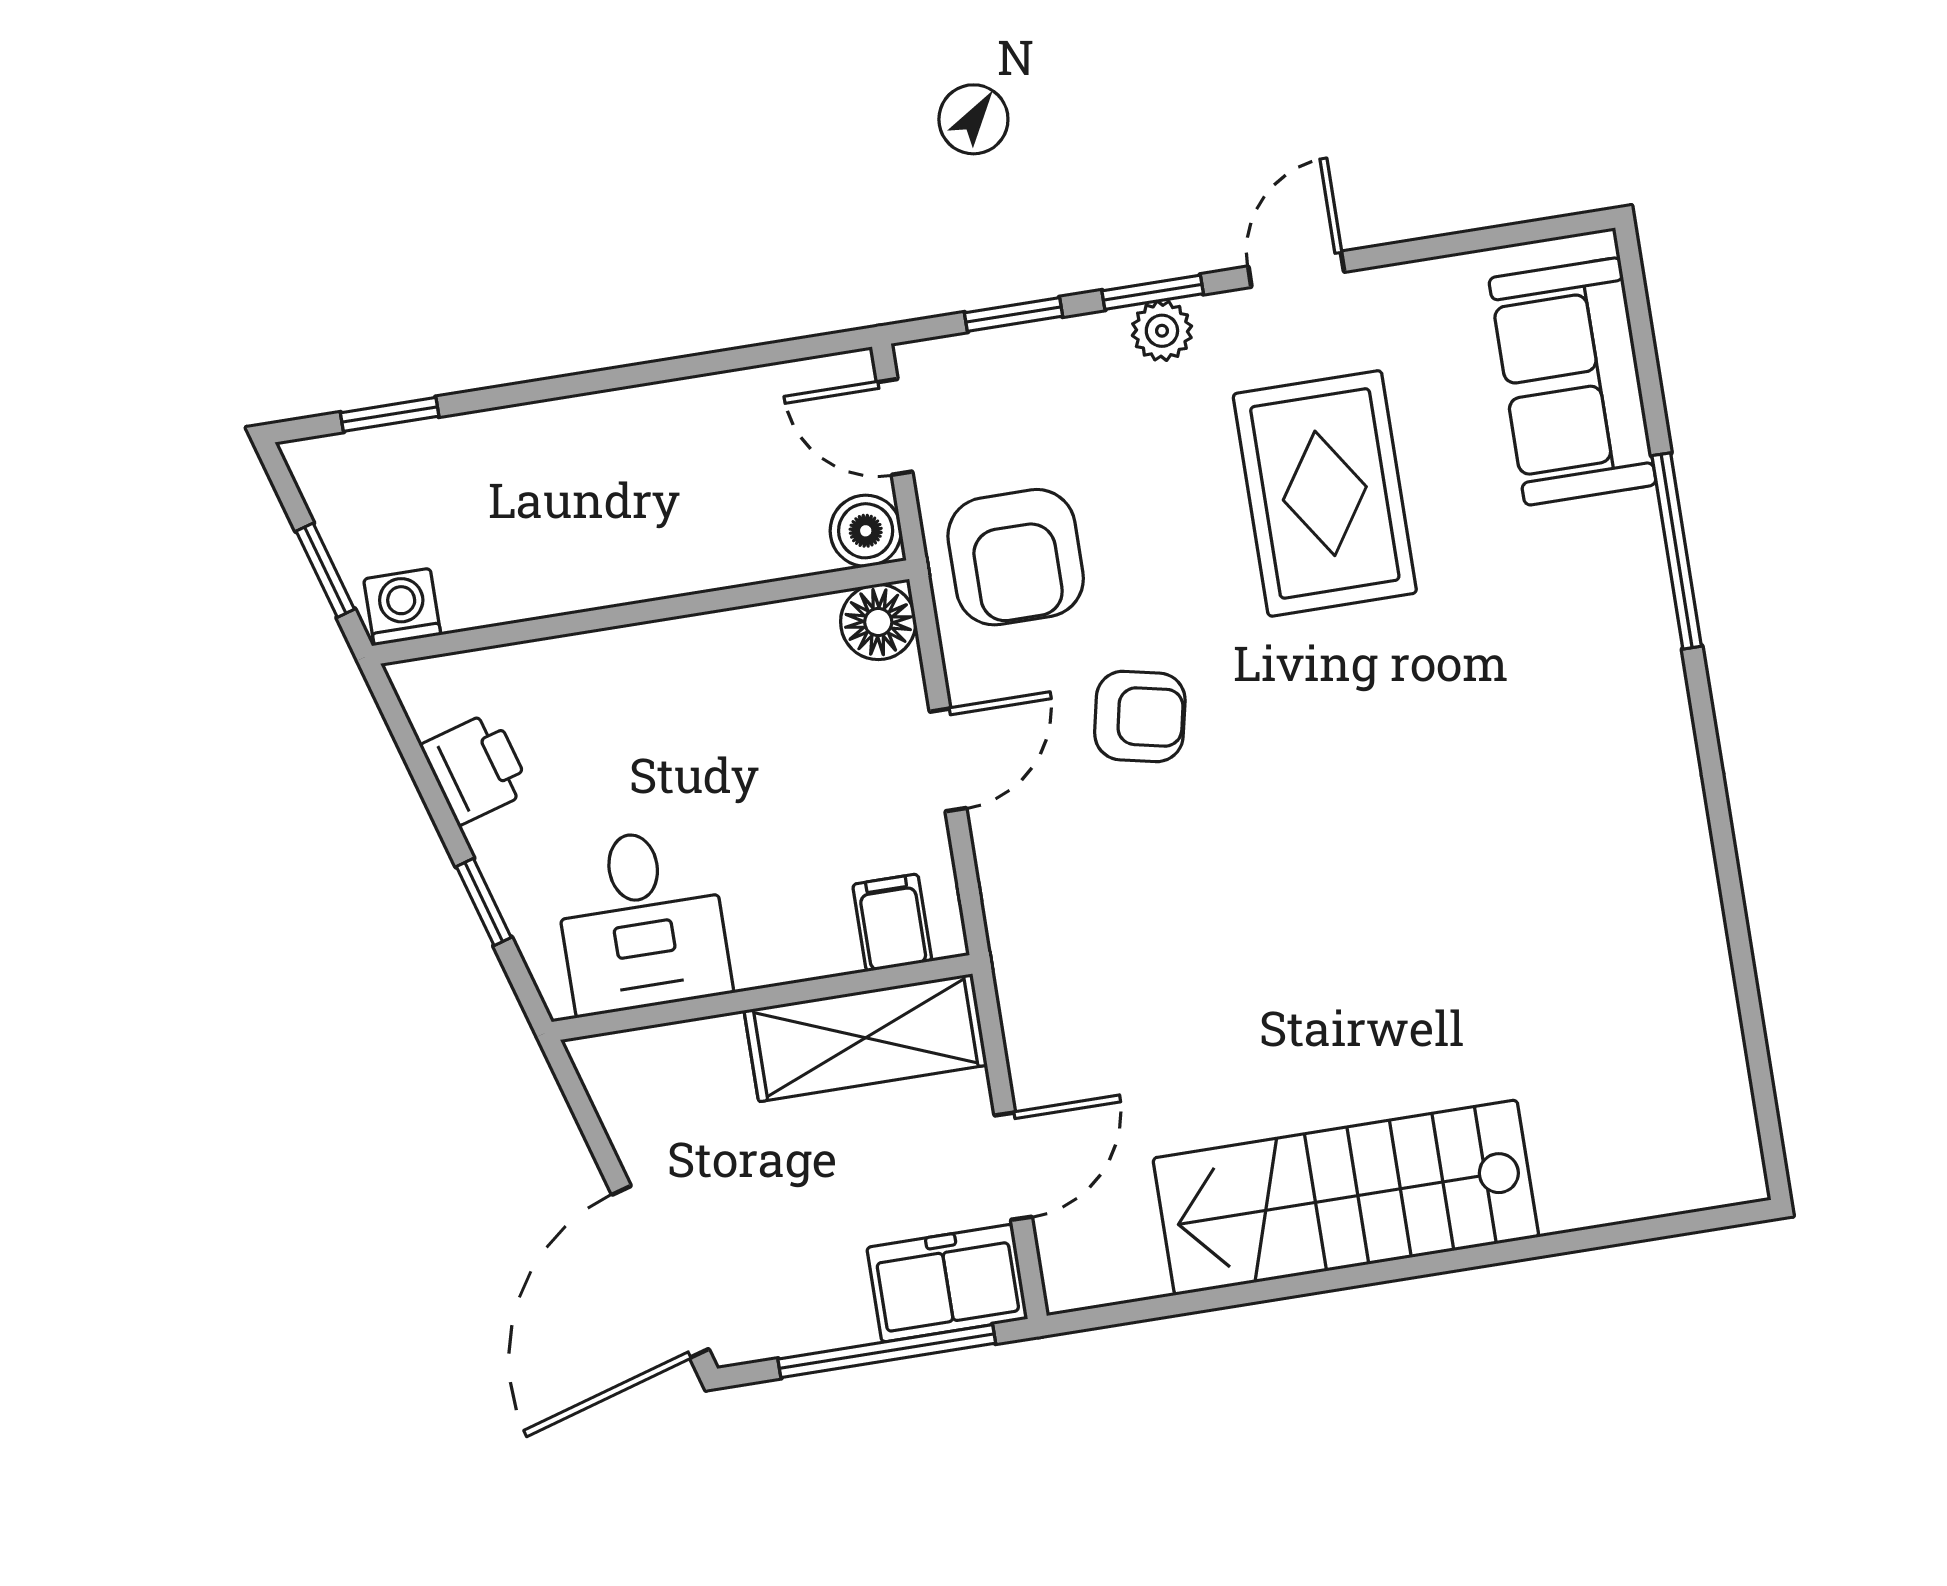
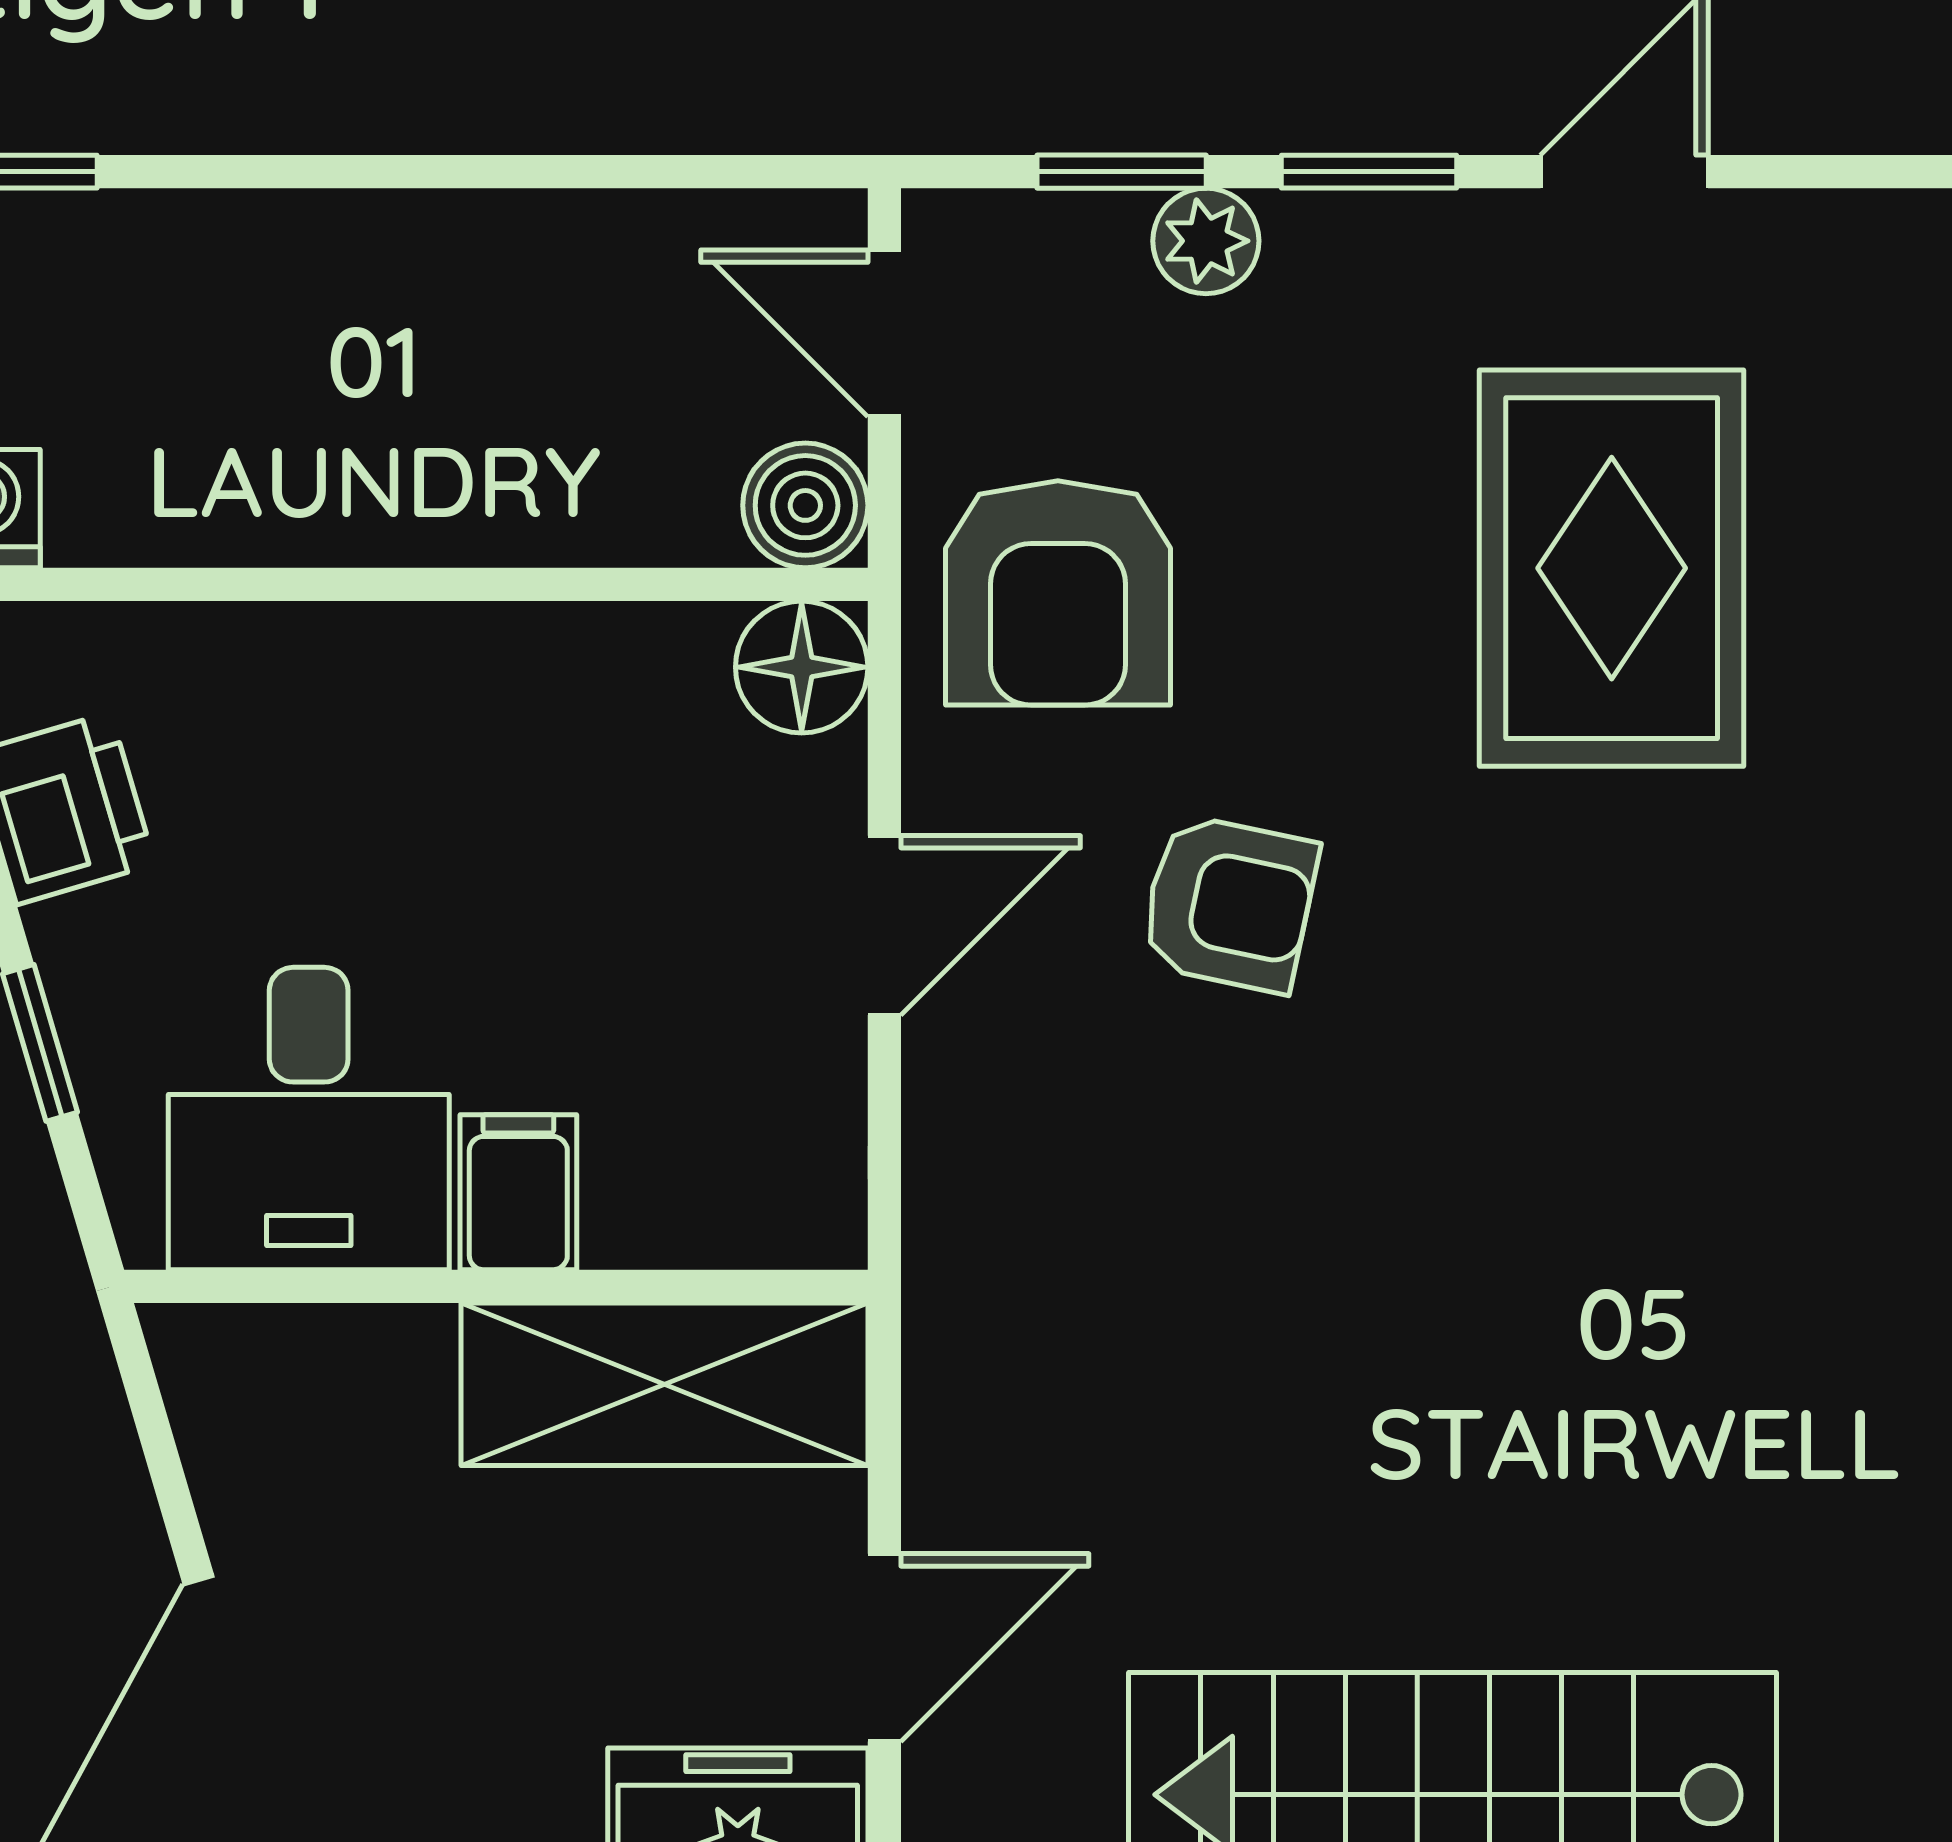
plant: (1162, 331) -> (1206, 241), moved
filing cabinet: (892, 923) -> (518, 1192), moved

